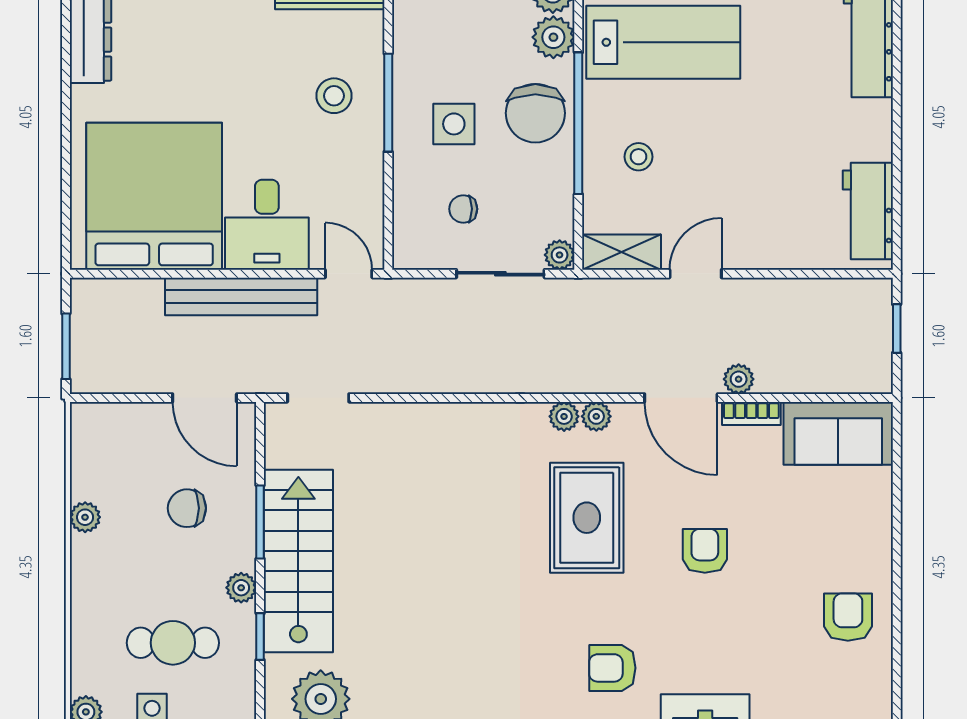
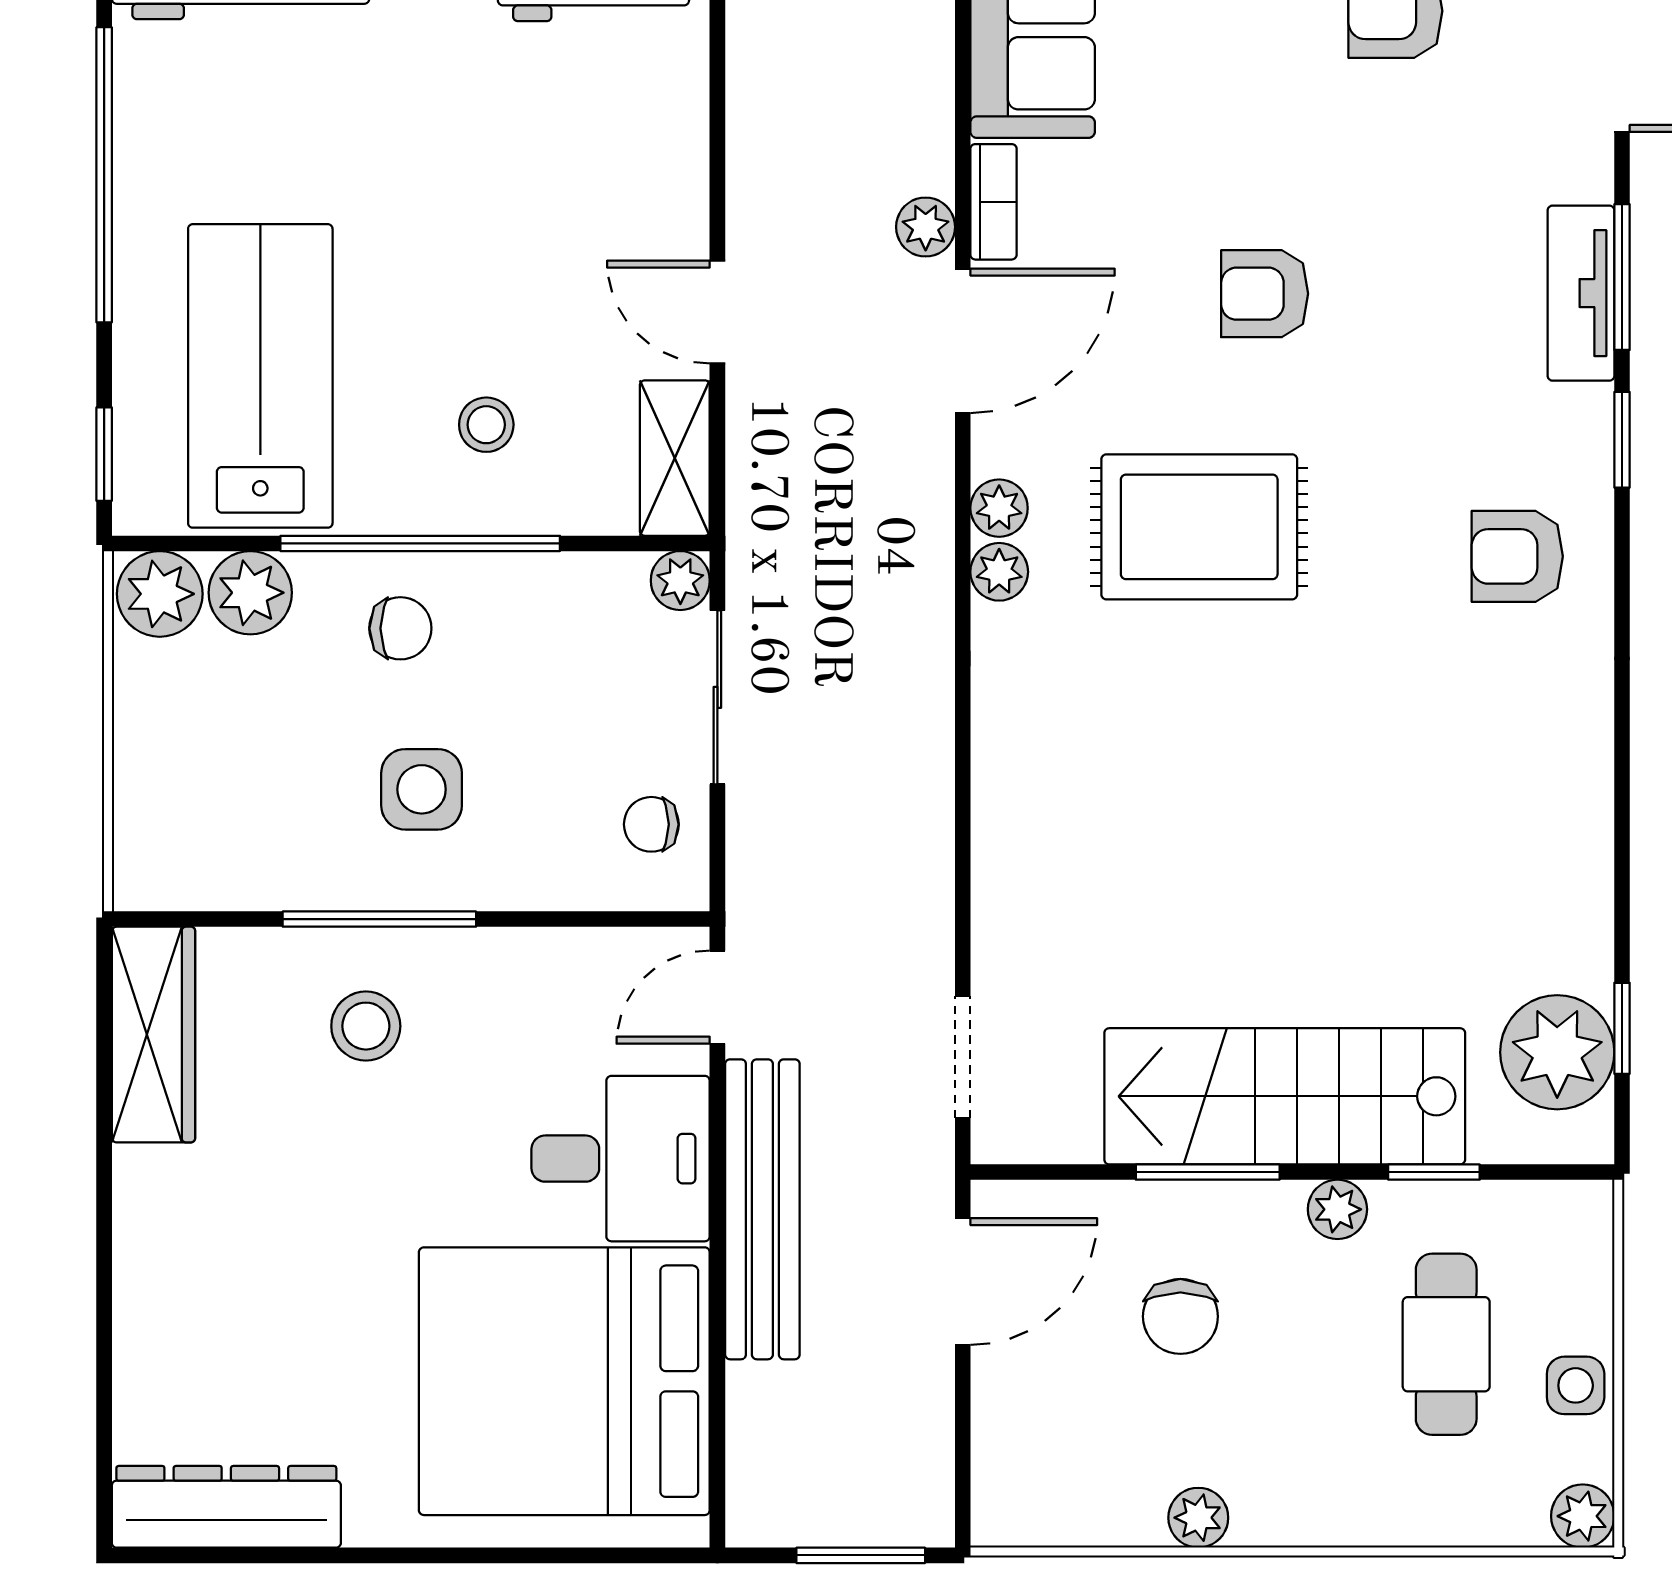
chair: (535, 113) -> (400, 628), width x0.54, depth x0.54
chair: (463, 209) -> (651, 824), moved, turned 90
armchair: (612, 668) -> (1517, 556), moved, turned 90

